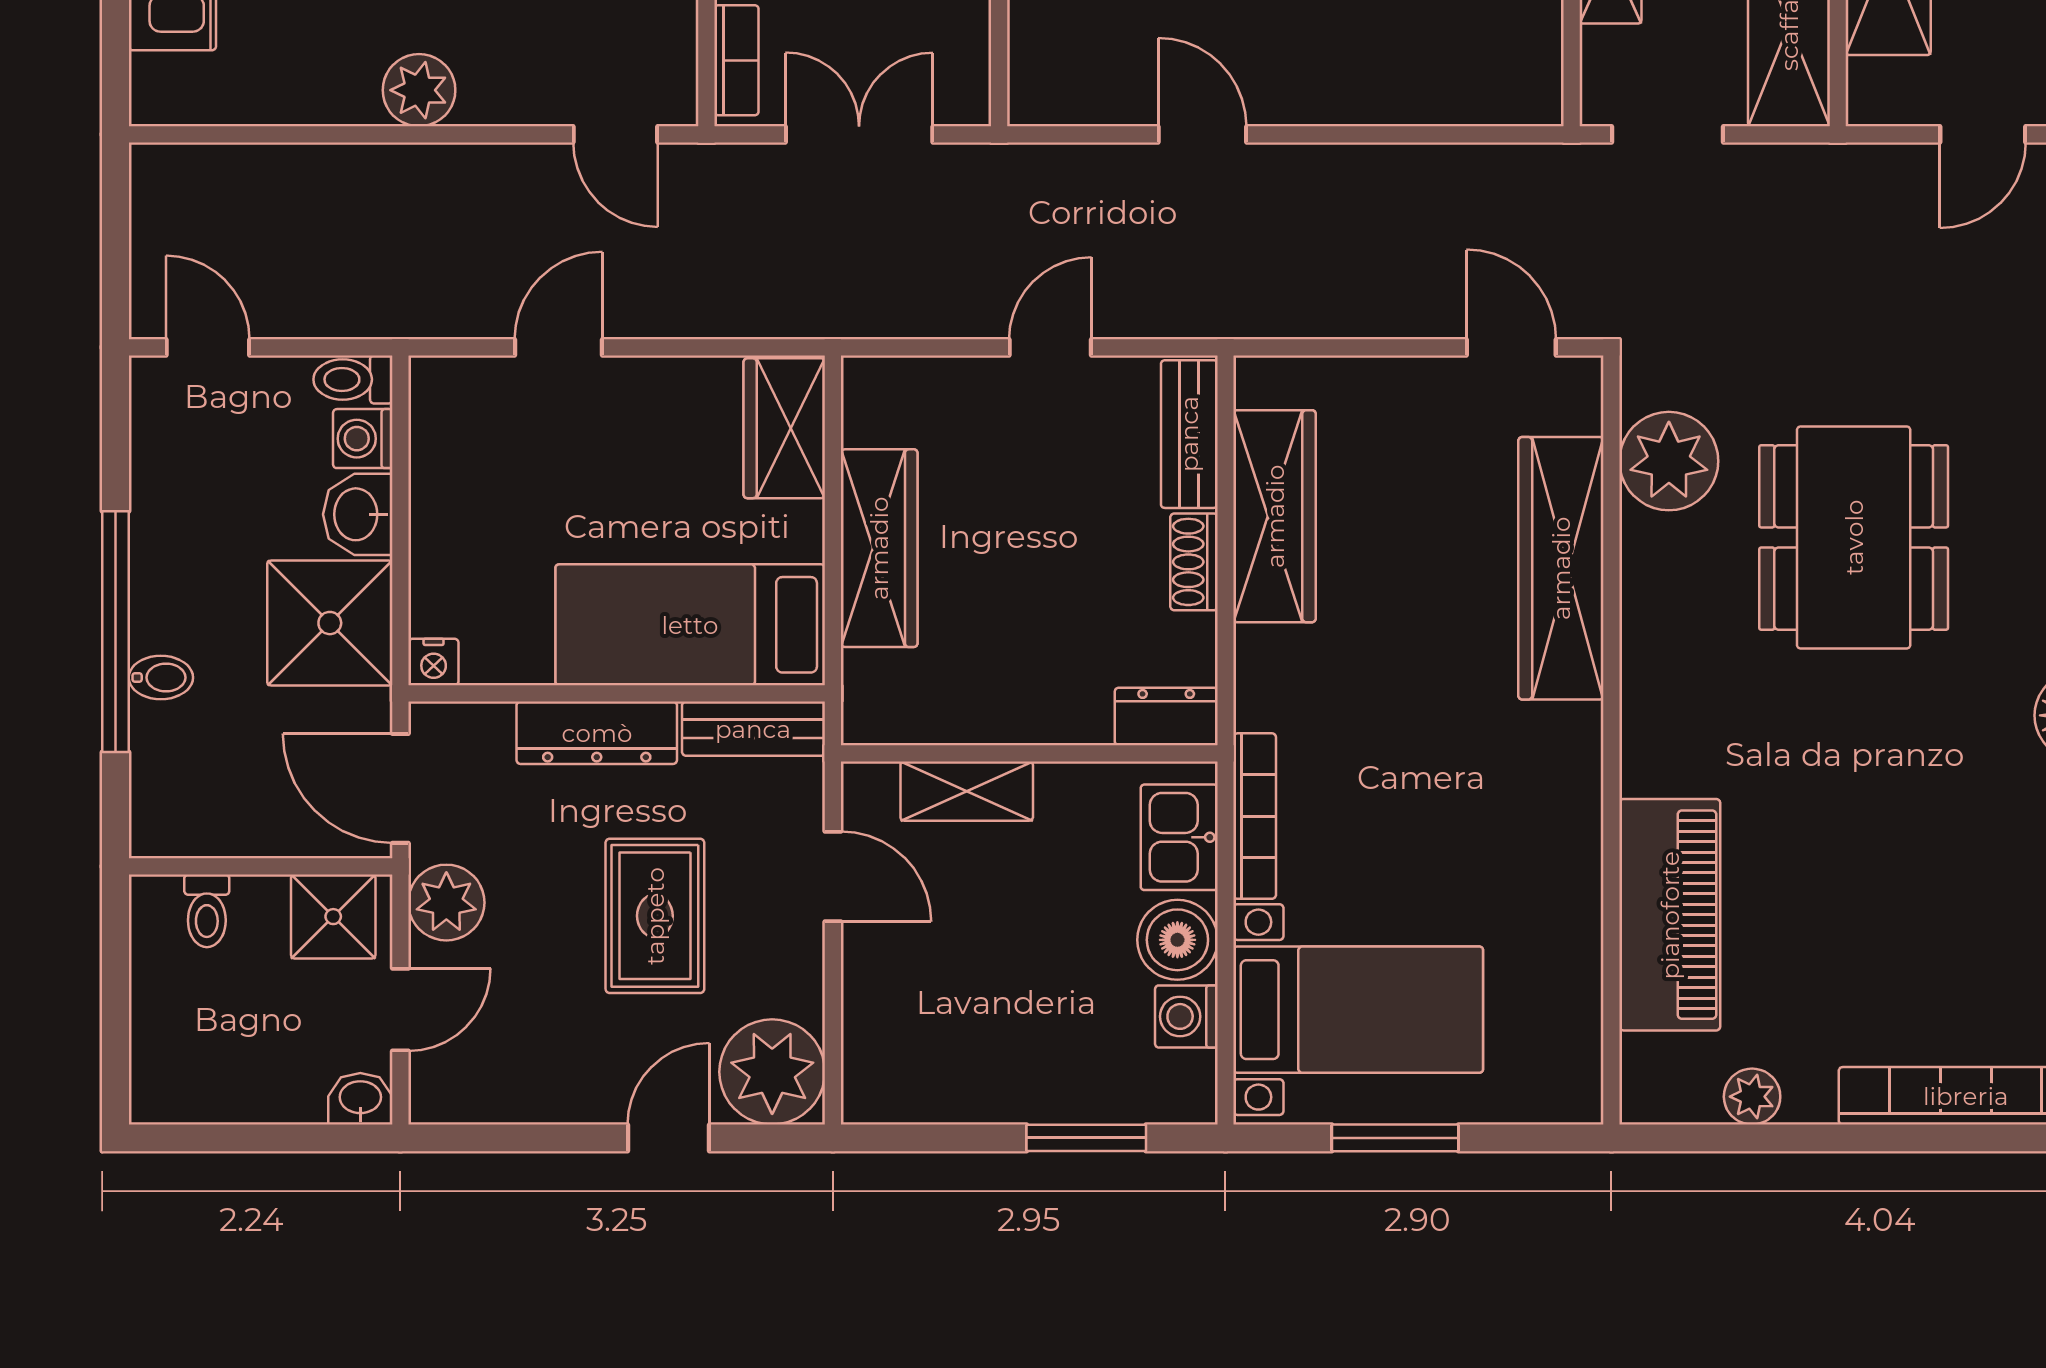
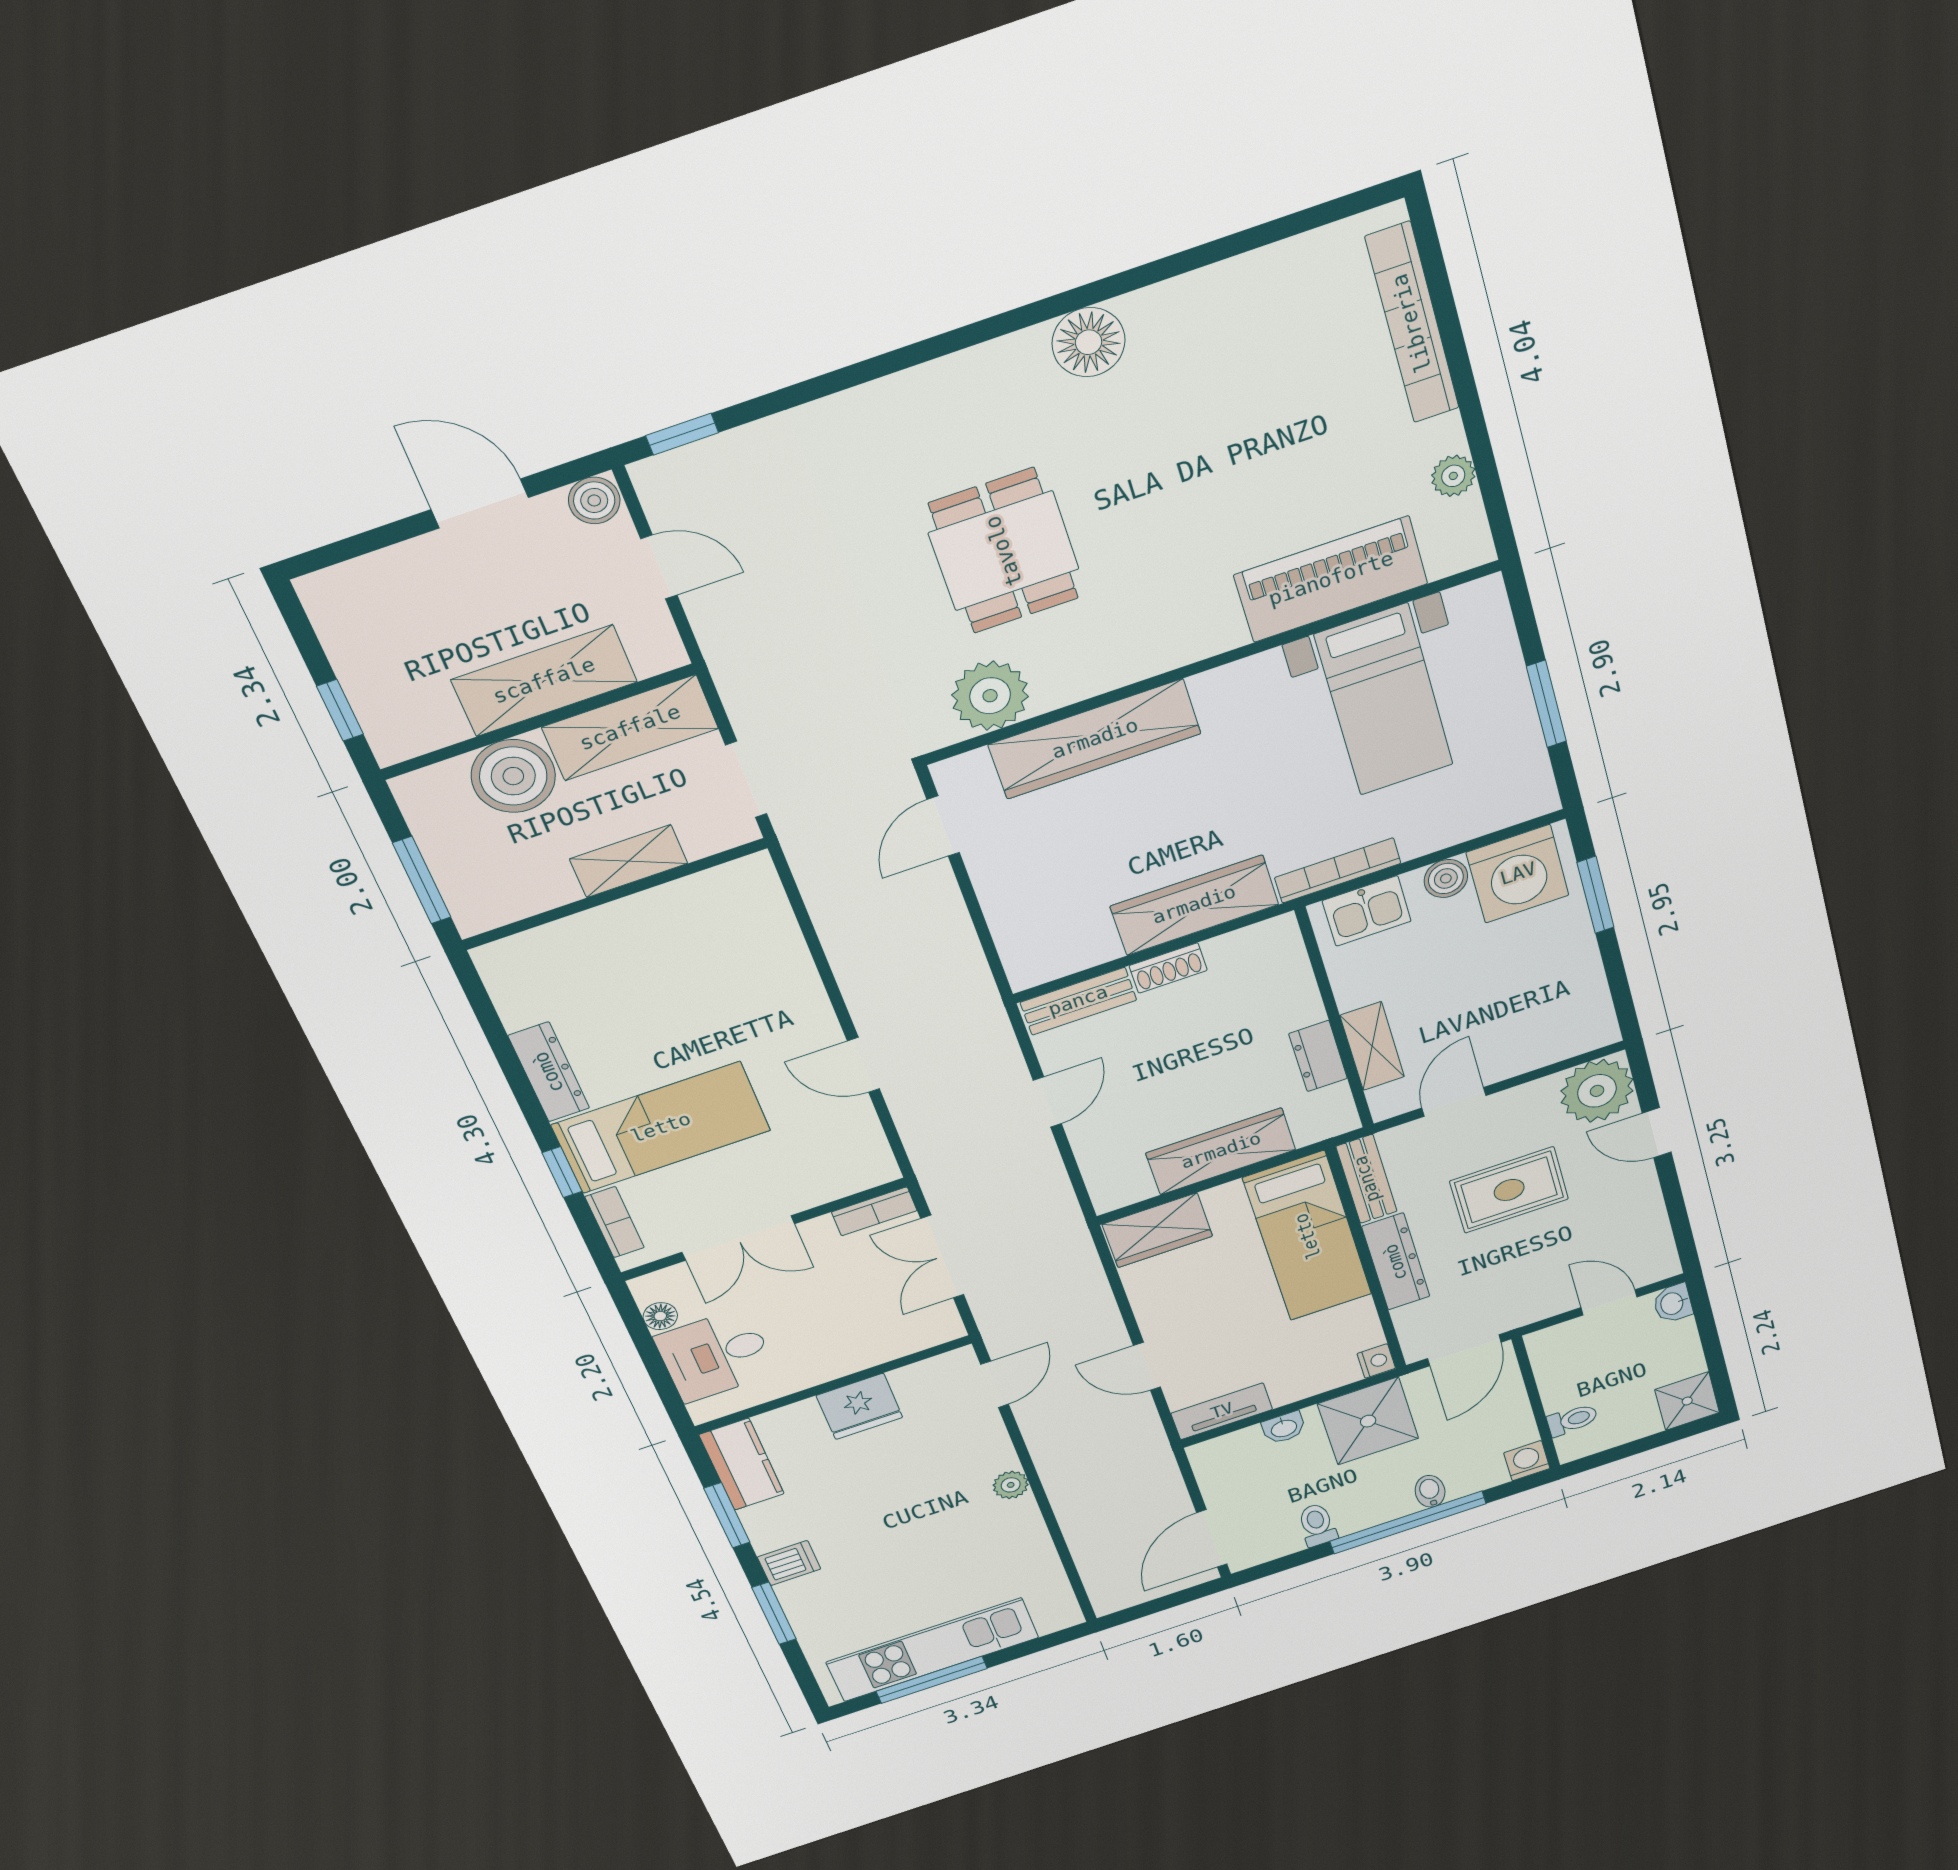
bookcase: (736, 60) -> (874, 1211), moved, turned 180
plant: (419, 90) -> (1011, 1485), width x0.73, depth x0.73
door: (1202, 134) -> (863, 1065), hinge flipped
door: (208, 347) -> (1212, 1539), width x1.38
door: (1050, 347) -> (1047, 1102), swing flipped
toilet: (353, 379) -> (1317, 1525), moved, turned 180
tv unit: (435, 426) -> (1222, 1411), added
washing machine: (363, 439) -> (1527, 1461), moved, turned 180
washbasin: (358, 514) -> (1284, 1428), width x0.72, depth x0.69
wardrobe: (1275, 516) -> (1194, 905), moved
dining table: (1854, 537) -> (1004, 551), width x0.73
dresser: (1166, 716) -> (1318, 1056), moved
plant: (446, 903) -> (1532, 1302), removed
shower: (333, 917) -> (1687, 1401), moved
boiler: (1177, 940) -> (1446, 878), width x0.73, depth x0.73
bed with nightstands: (1358, 1010) -> (1384, 700), moved, turned 180
washing machine: (1186, 1016) -> (1518, 874), width x1.89, depth x1.89

